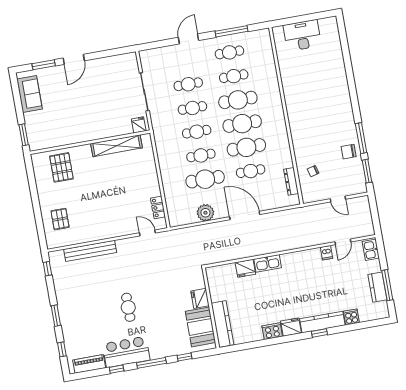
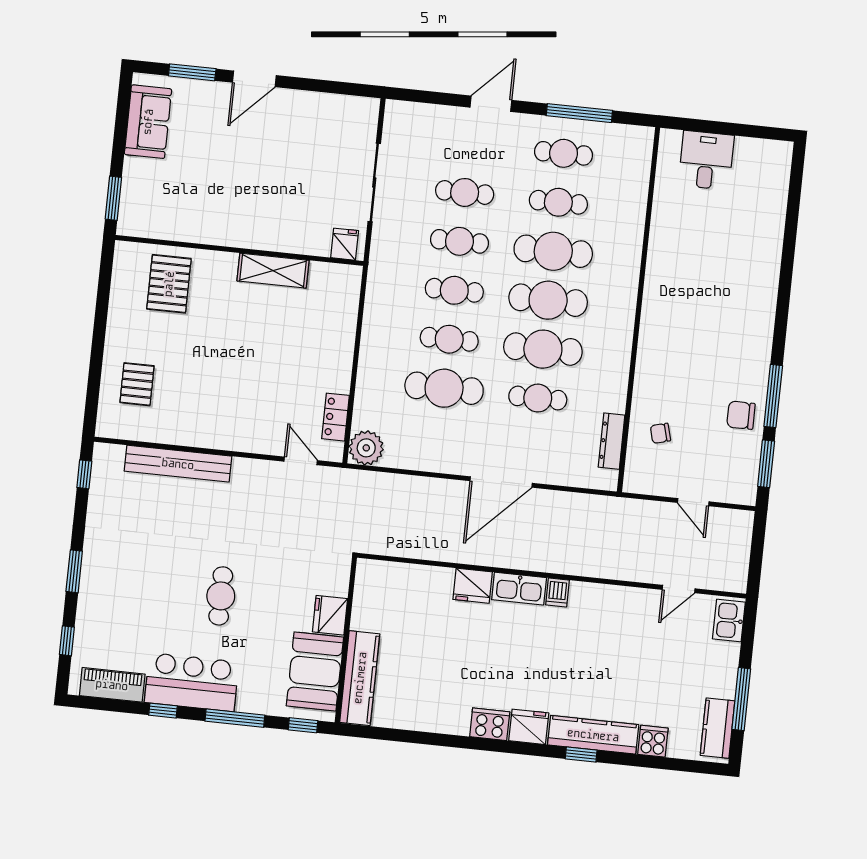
desk: (302, 35) -> (706, 160), width x0.73
shelving: (116, 146) -> (273, 271), width x0.68
plant: (205, 213) -> (366, 448), moved
door: (245, 216) -> (501, 482), swing flipped
dishwasher: (326, 253) -> (558, 592), moved
kitchen counter: (377, 287) -> (718, 728), moved
fridge: (200, 298) -> (330, 615), moved
wall: (211, 308) -> (346, 640), moved
kitchen counter: (222, 324) -> (360, 678), moved
booth: (201, 327) -> (315, 671), moved

